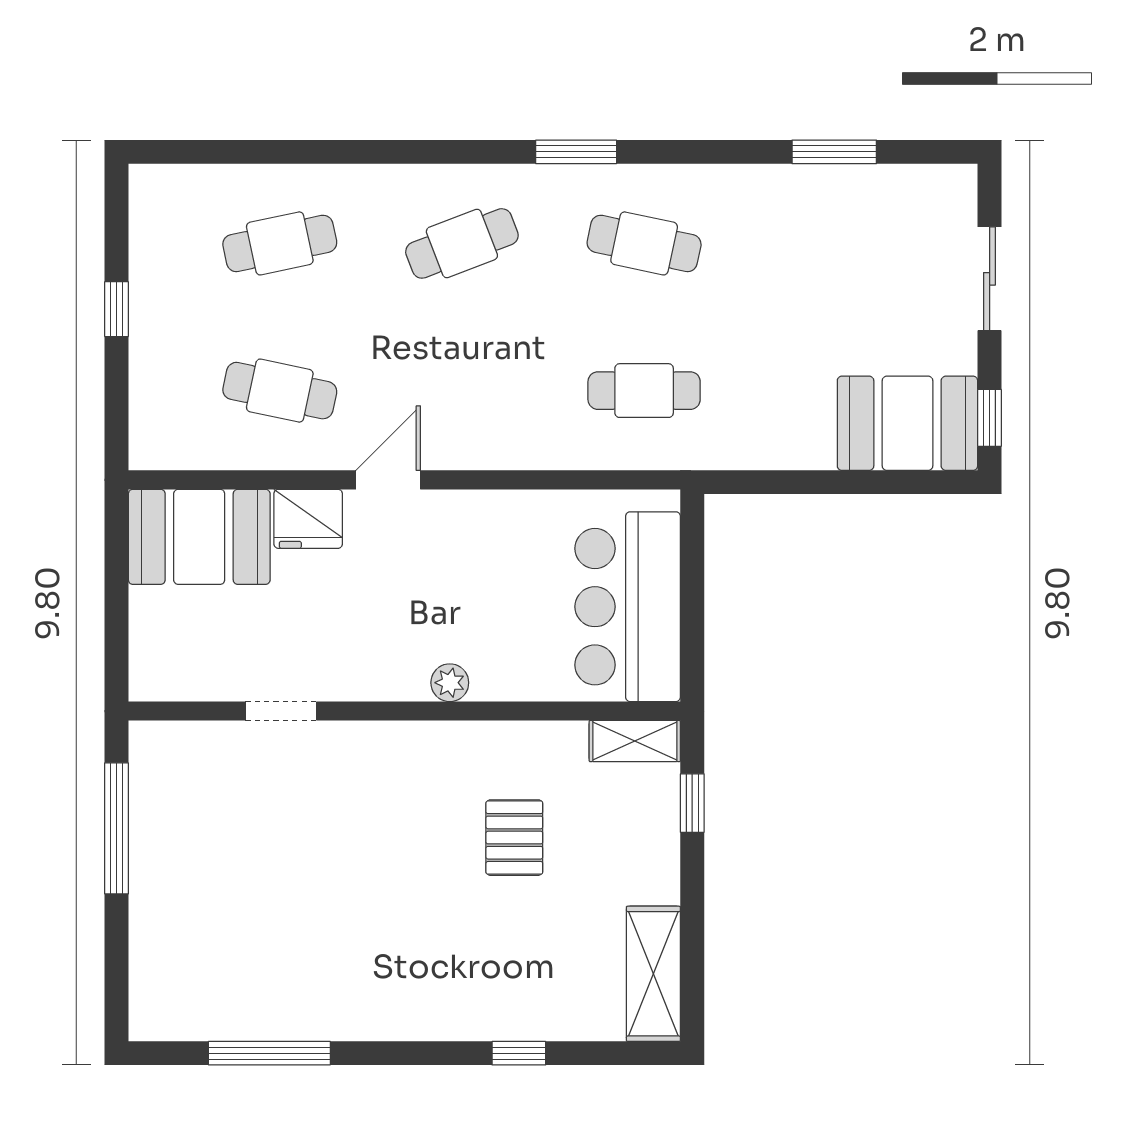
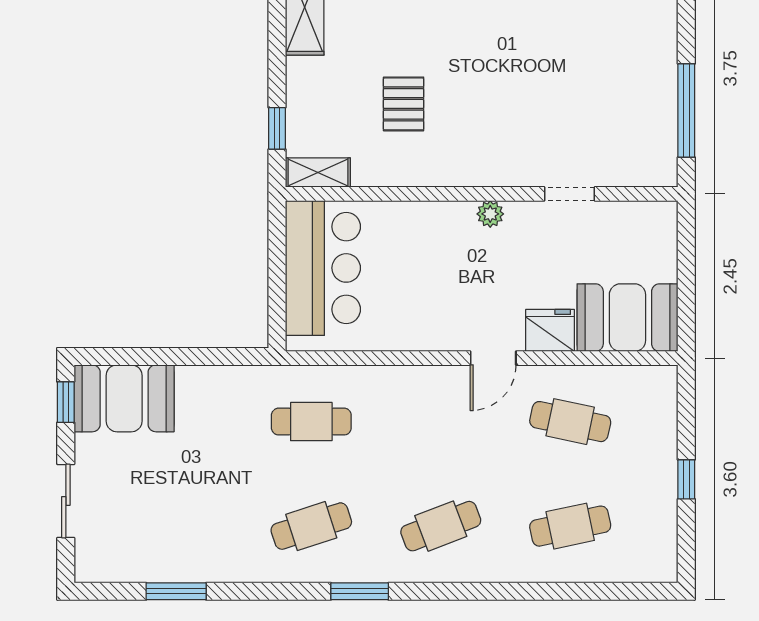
cafe table: (644, 243) -> (311, 526), turned -30
plant: (450, 683) -> (490, 214), moved

